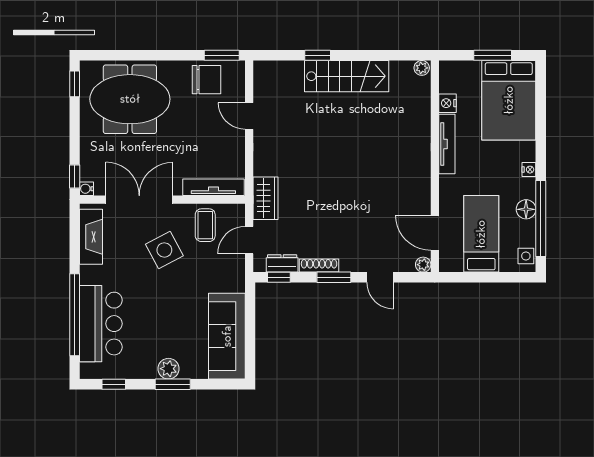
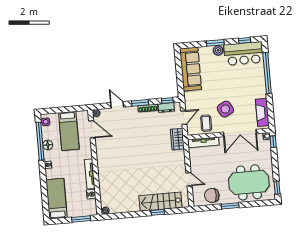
window: (222, 55) -> (230, 206), moved
window: (493, 55) -> (81, 219), moved
stairs: (347, 76) -> (160, 202), moved
bed: (509, 100) -> (56, 199), width x0.67
bar counter: (101, 324) -> (244, 54), moved, turned -90

